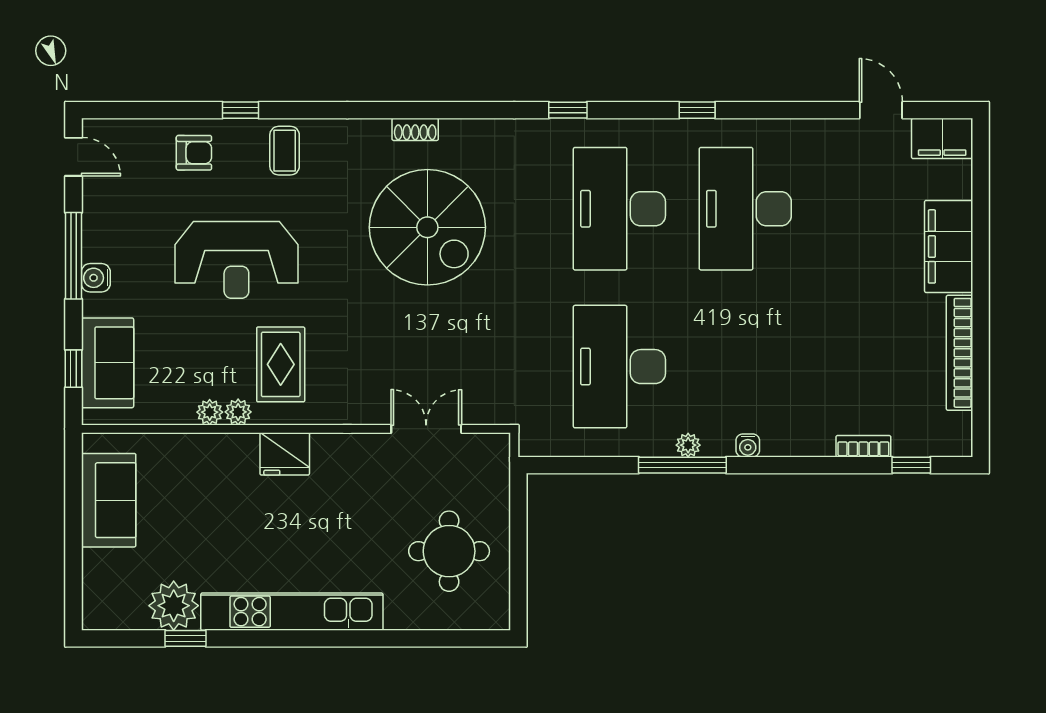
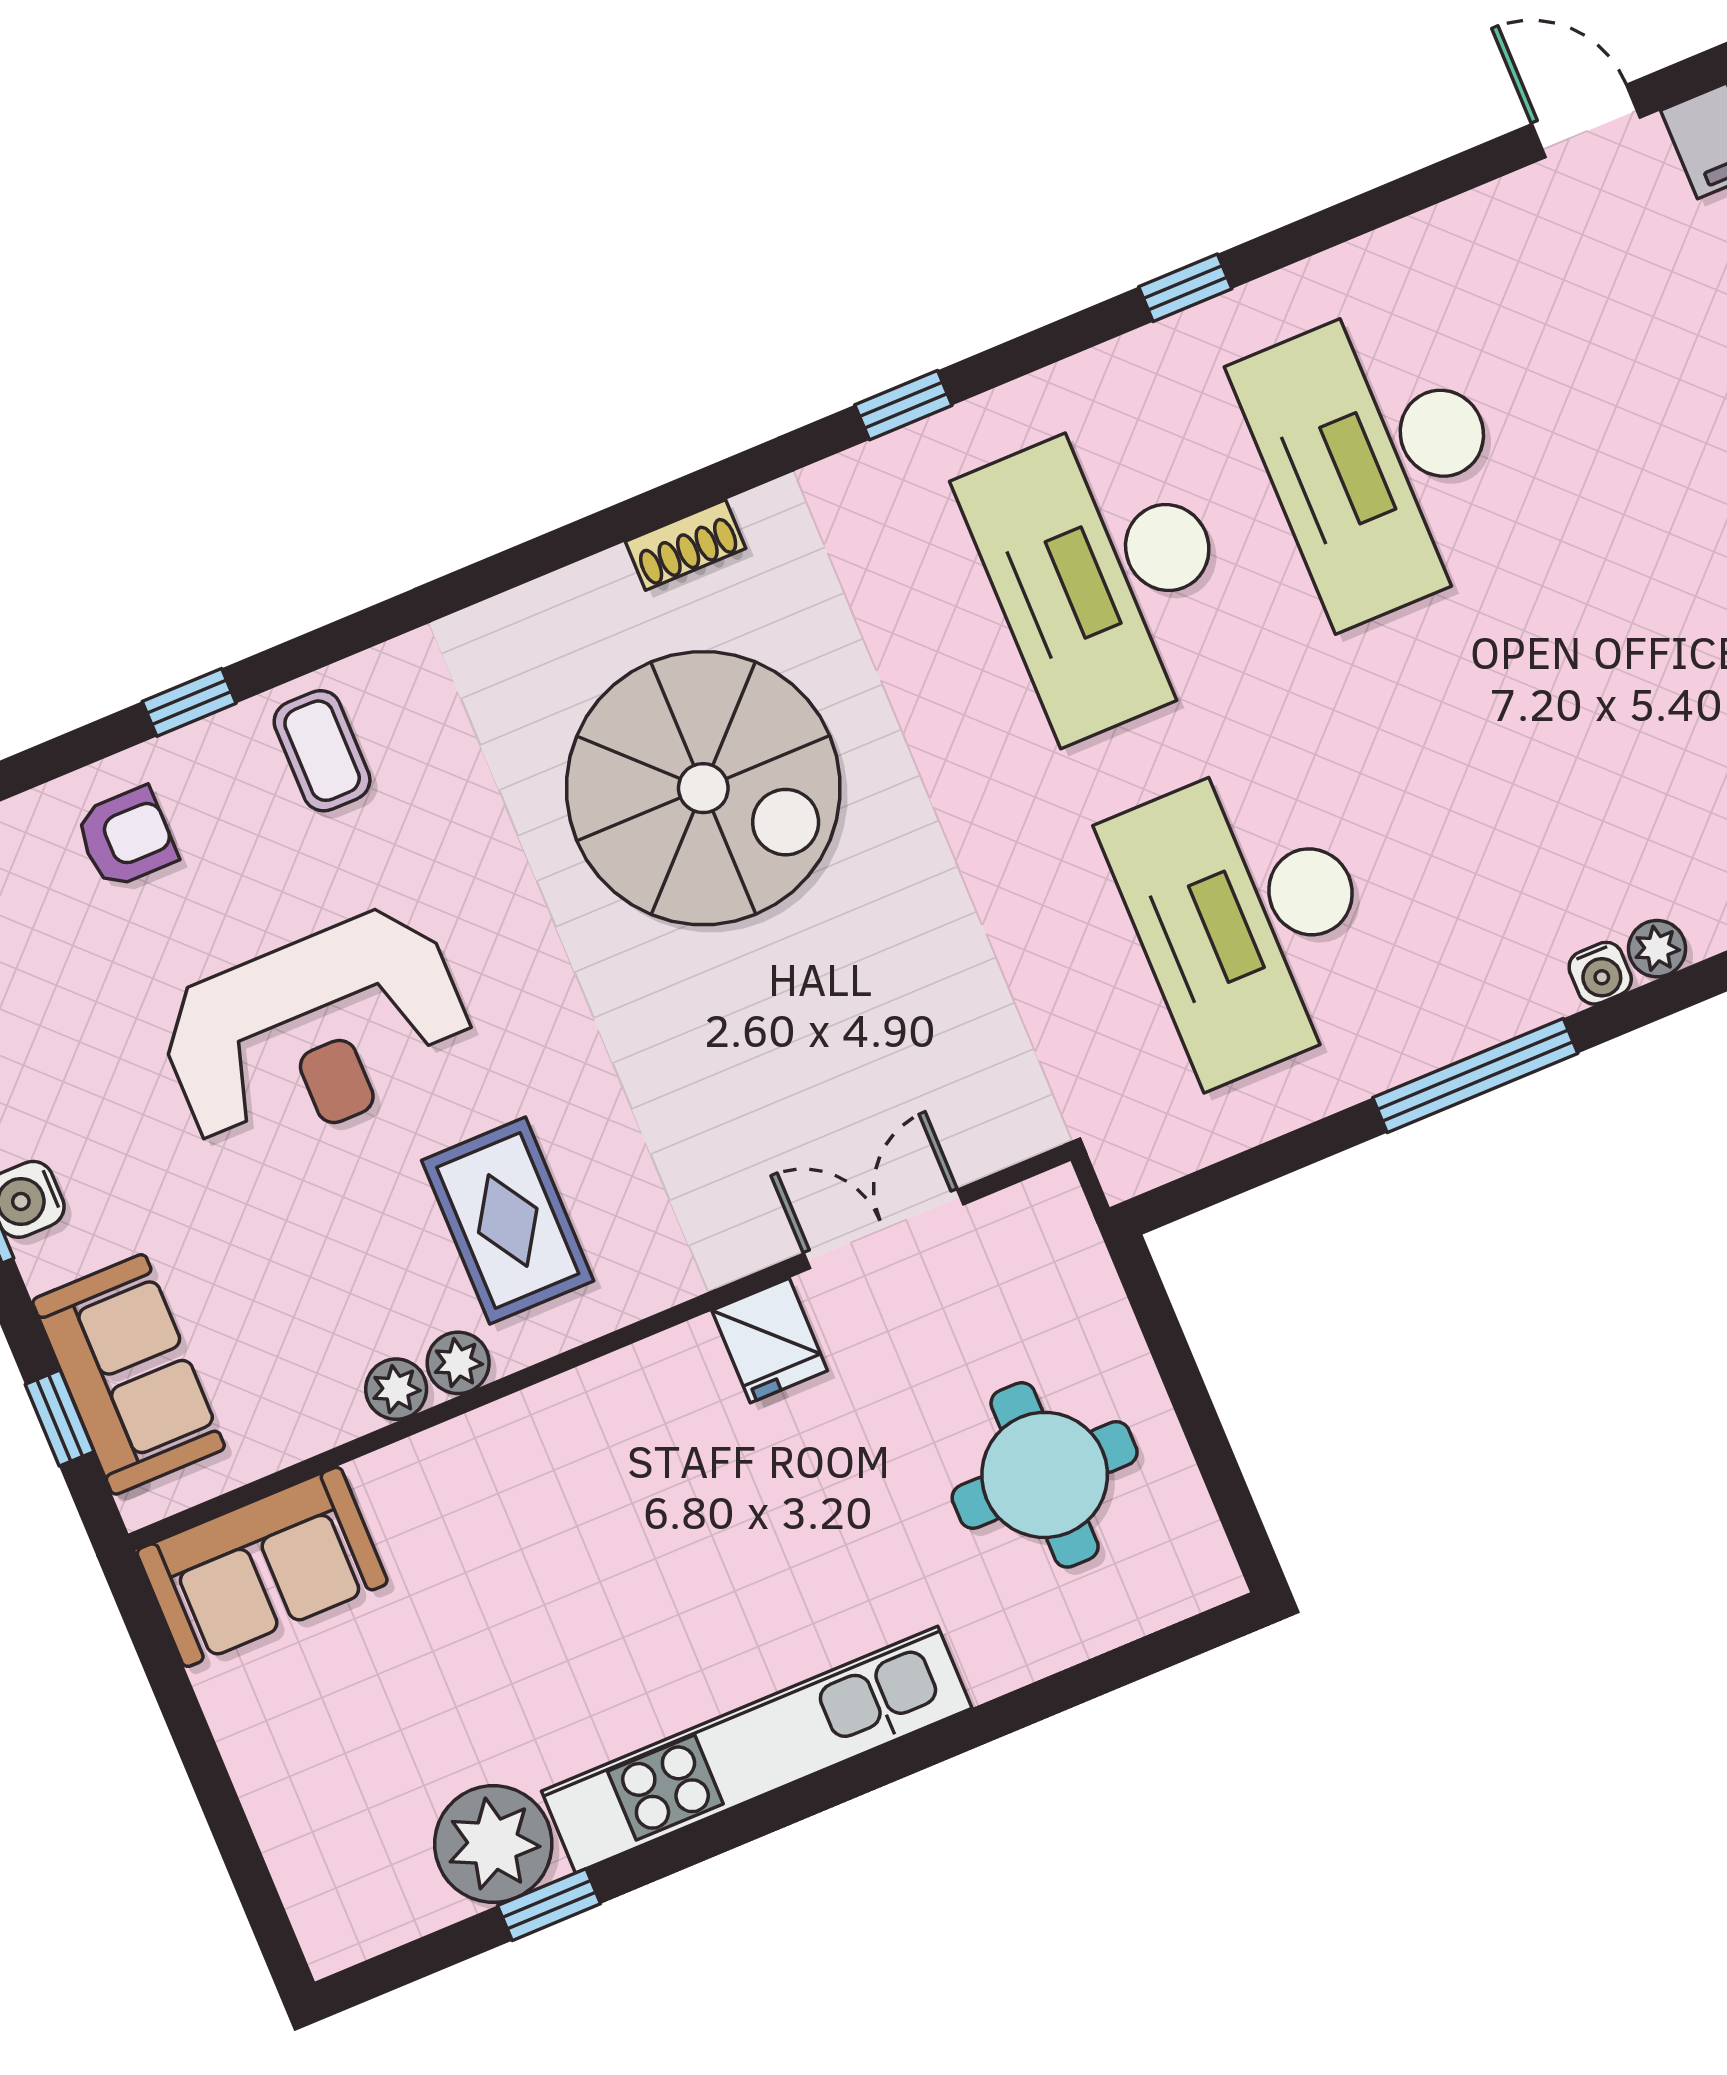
shoe rack: (415, 129) -> (686, 545), moved
plant: (688, 445) -> (1657, 949), moved
fridge: (285, 454) -> (770, 1340), moved, width x0.72
sofa: (109, 500) -> (262, 1567), moved, turned 90

